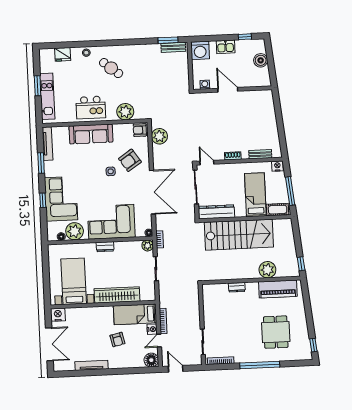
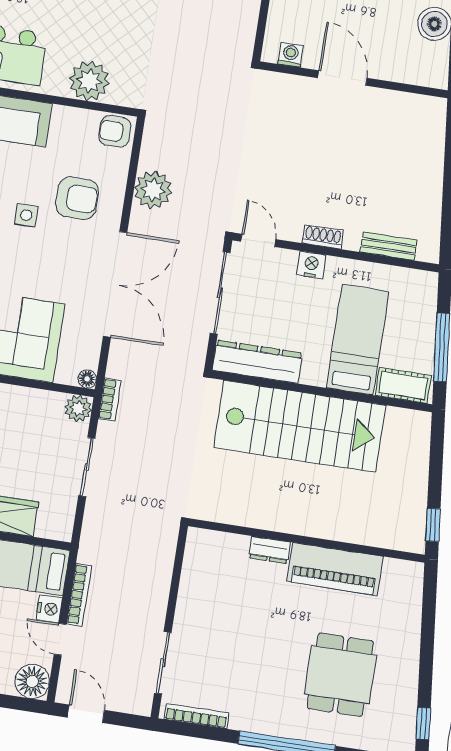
plant: (159, 136) -> (153, 190), moved
armchair: (130, 160) -> (77, 198), turned -146
nightstand: (277, 166) -> (311, 265), moved
plant: (267, 270) -> (351, 523), removed
piano: (278, 289) -> (335, 569), moved
door: (159, 341) -> (60, 639), hinge flipped

